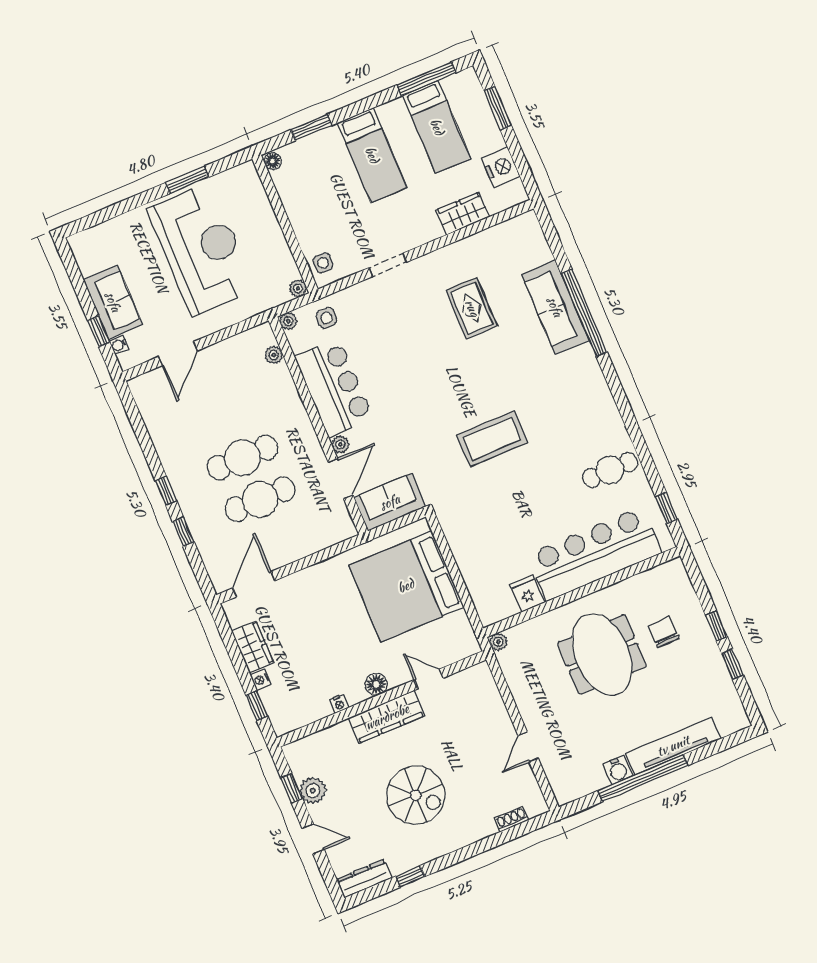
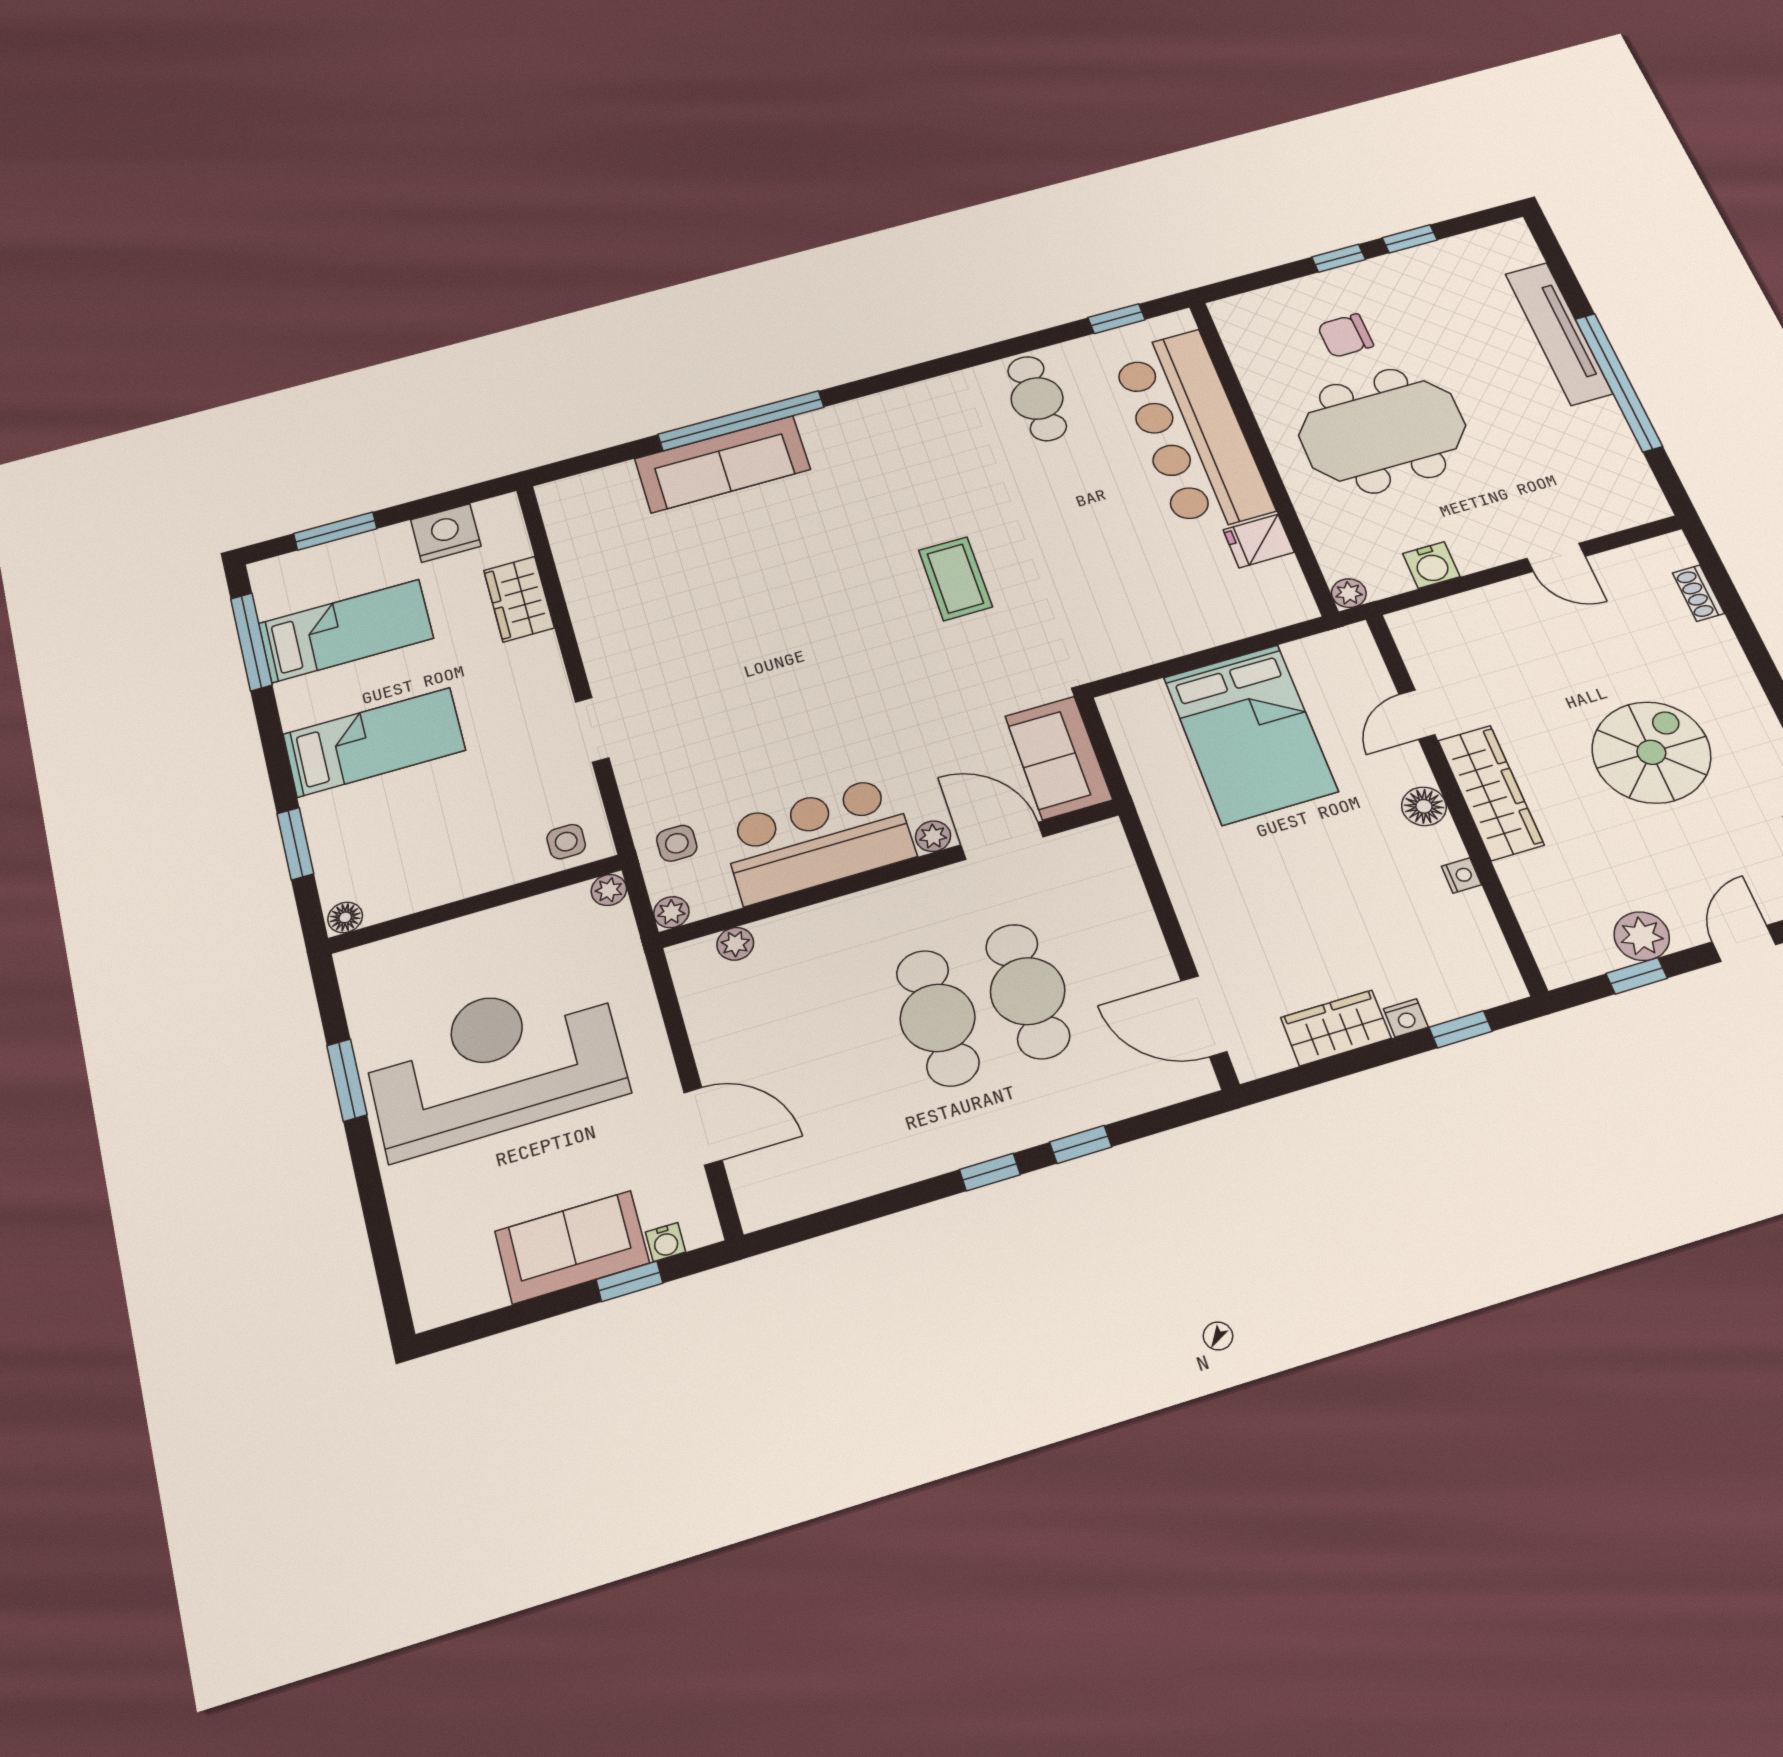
rug: (472, 308) -> (701, 596), removed
coffee table: (492, 439) -> (955, 579), width x0.73, depth x0.76
bed: (406, 586) -> (1250, 734), width x0.73
water cooler: (618, 770) -> (1431, 565), moved, turned 90

